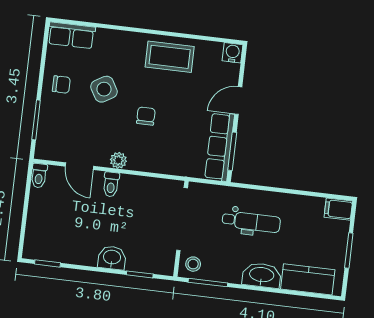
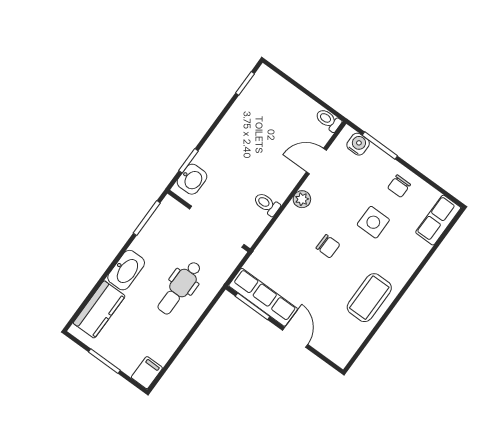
water cooler: (233, 53) -> (358, 144), moved, turned -90
side table: (104, 89) -> (373, 222), turned 30
toilet: (111, 184) -> (267, 204), moved
washbasin: (112, 258) -> (192, 179), moved
stool: (193, 264) -> (171, 214), removed

